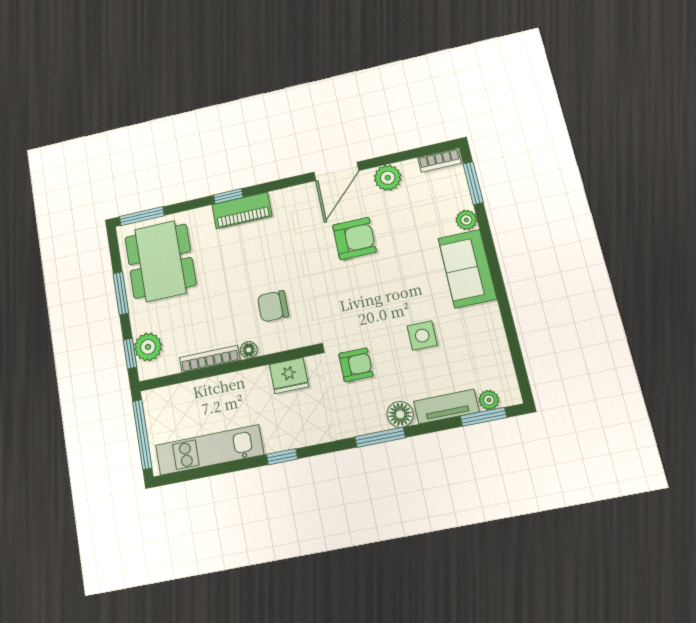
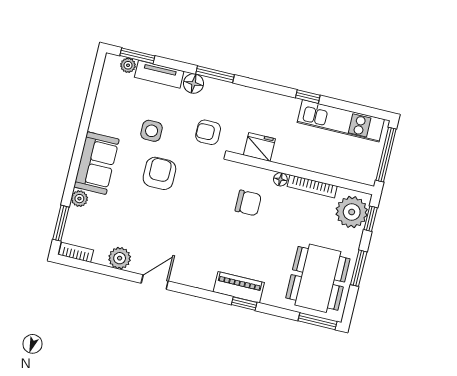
door: (336, 171) -> (155, 282), width x0.73
armchair: (354, 239) -> (159, 173), moved, turned 90
plant: (148, 347) -> (352, 212), width x1.36, depth x1.36
window: (282, 457) -> (308, 97), moved

